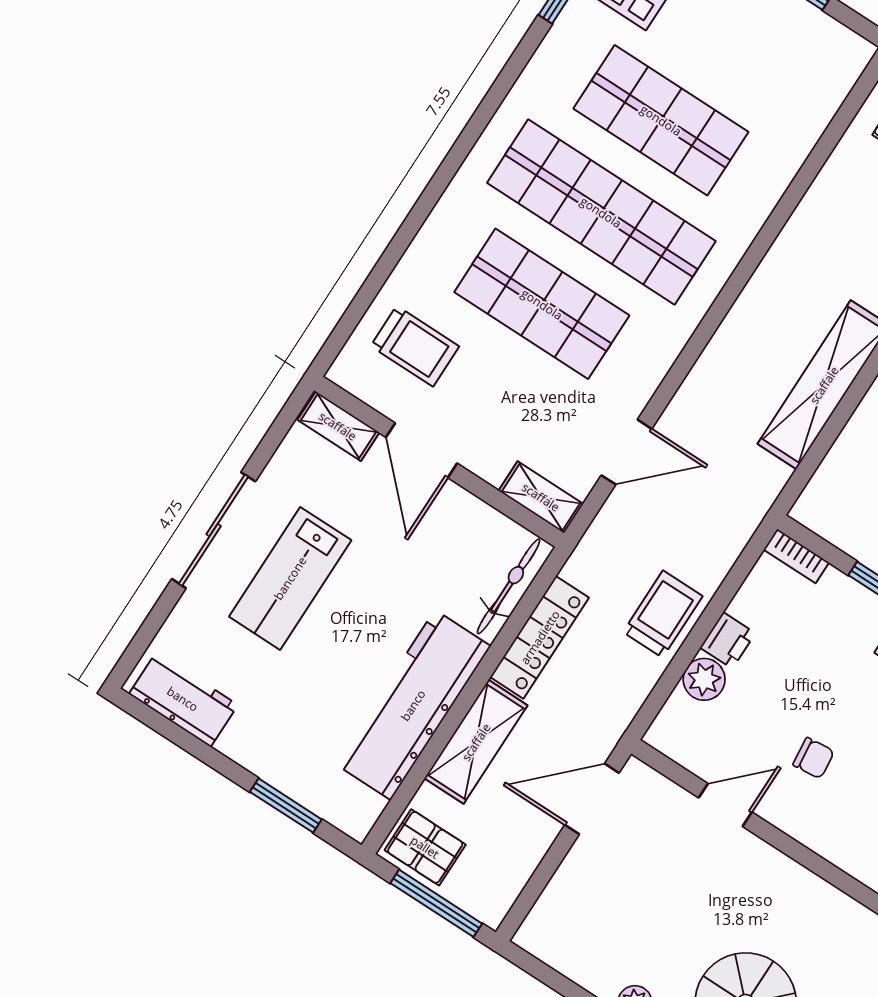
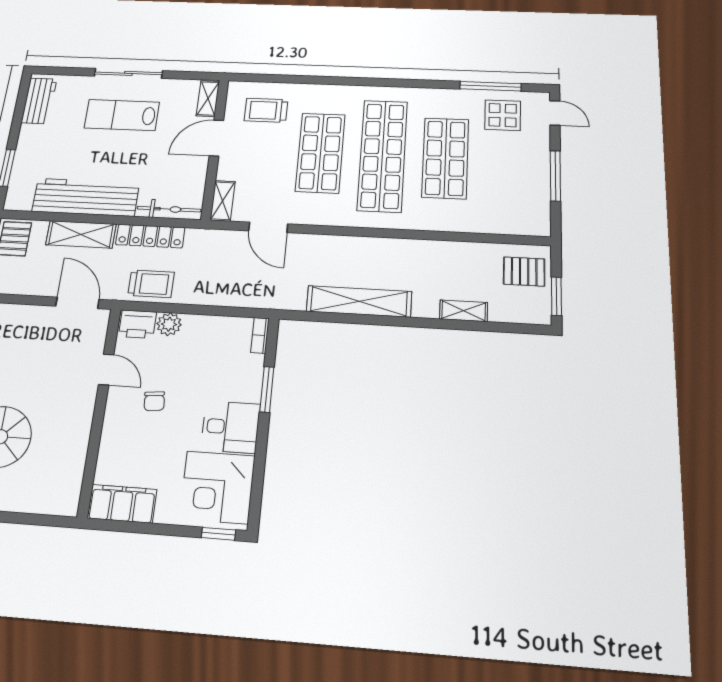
trolley: (415, 346) -> (266, 110), turned 90
trolley: (663, 614) -> (151, 284), moved
printer: (728, 640) -> (137, 324), moved, width x1.36, depth x1.24

